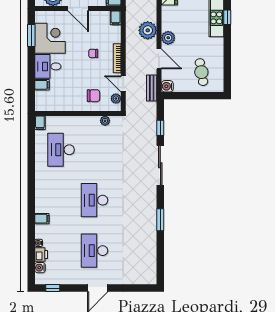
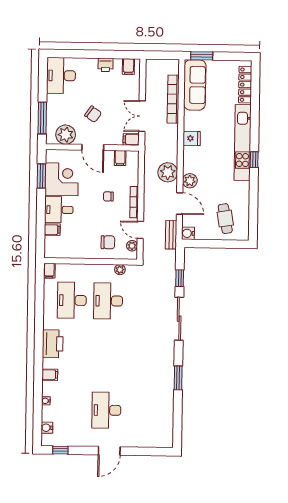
filing cabinet: (116, 18) -> (120, 158), moved
desk: (95, 200) -> (108, 301), moved
printer: (41, 255) -> (53, 344), moved, width x1.87, depth x1.48

